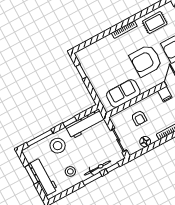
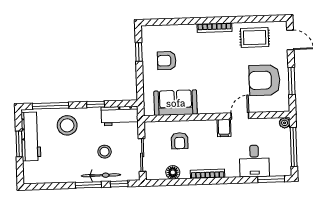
armchair: (146, 61) -> (167, 61), moved, width x0.53, depth x0.53
workbench: (85, 124) -> (120, 116), width x0.73
stool: (70, 171) -> (105, 152), moved
workbench: (43, 177) -> (31, 136), moved

